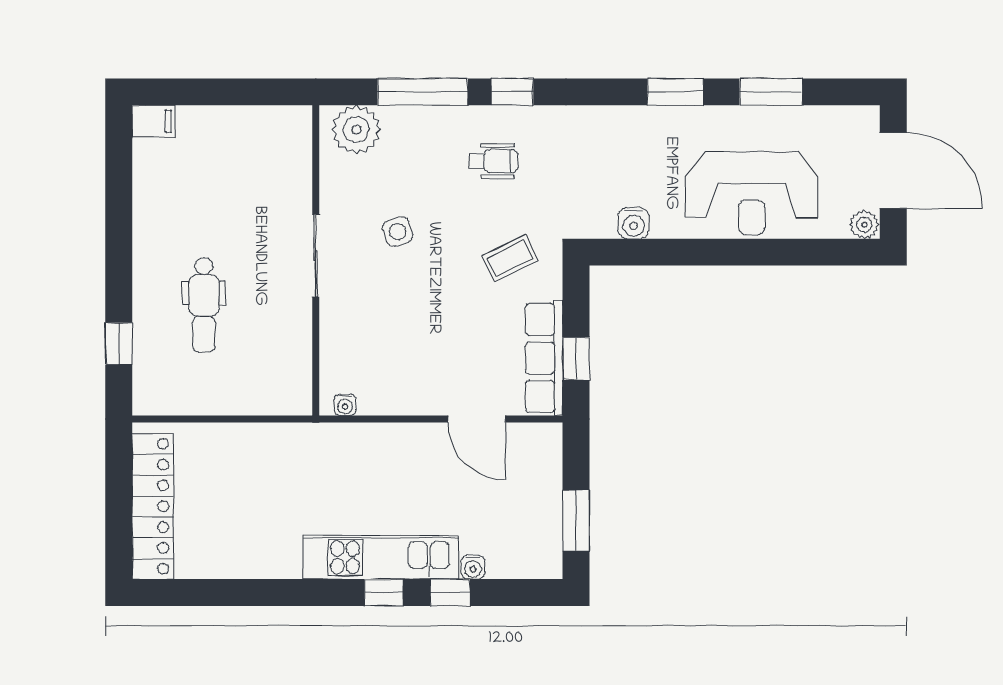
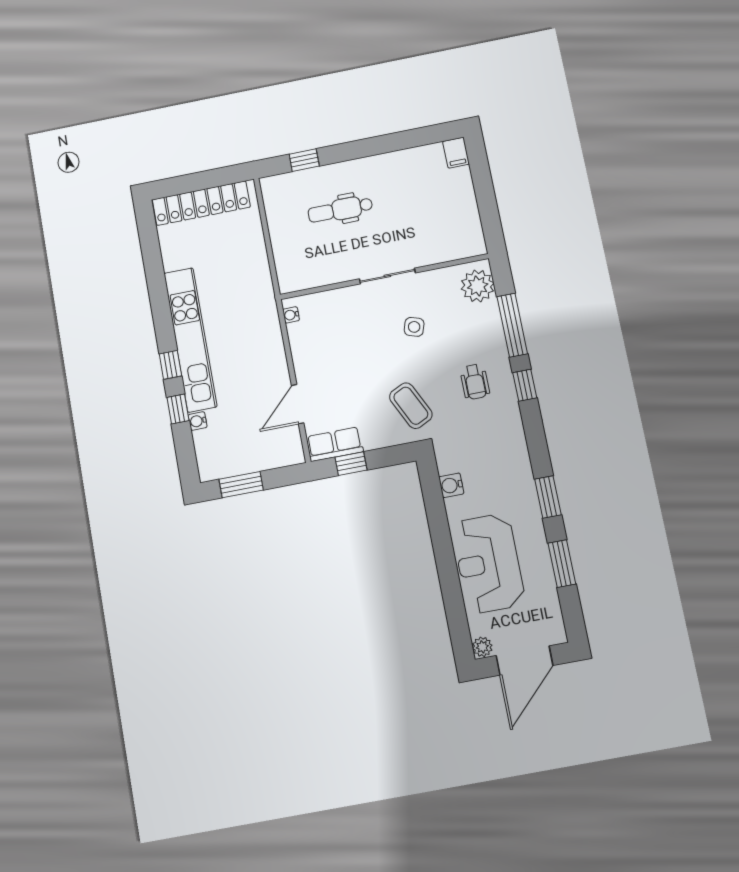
side table: (398, 232) -> (414, 327), turned 36
coffee table: (510, 258) -> (411, 406), width x1.36, depth x1.30
row of seats: (544, 358) -> (335, 444), width x0.68
kitchen unit: (381, 557) -> (190, 340), width x1.36

